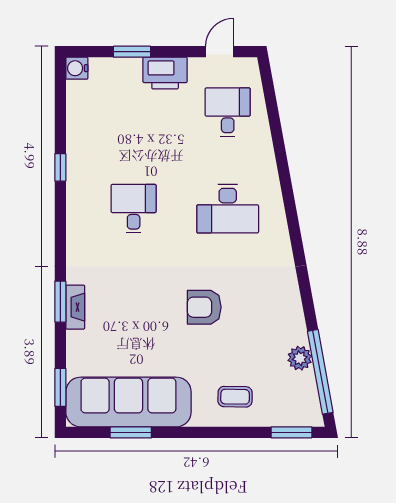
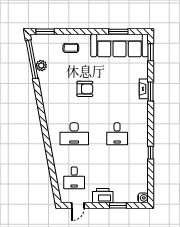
desk: (228, 209) -> (74, 134), turned 180

